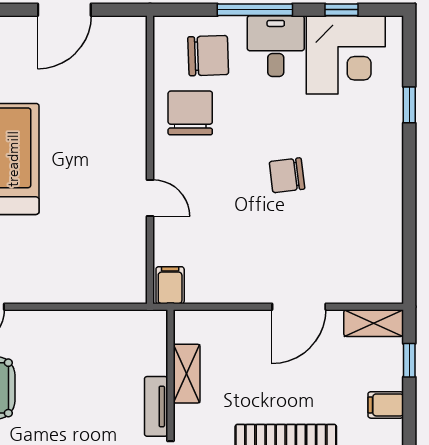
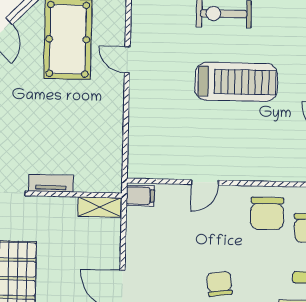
chair: (190, 113) -> (267, 213), turned 90
shelving: (187, 374) -> (100, 207), moved

